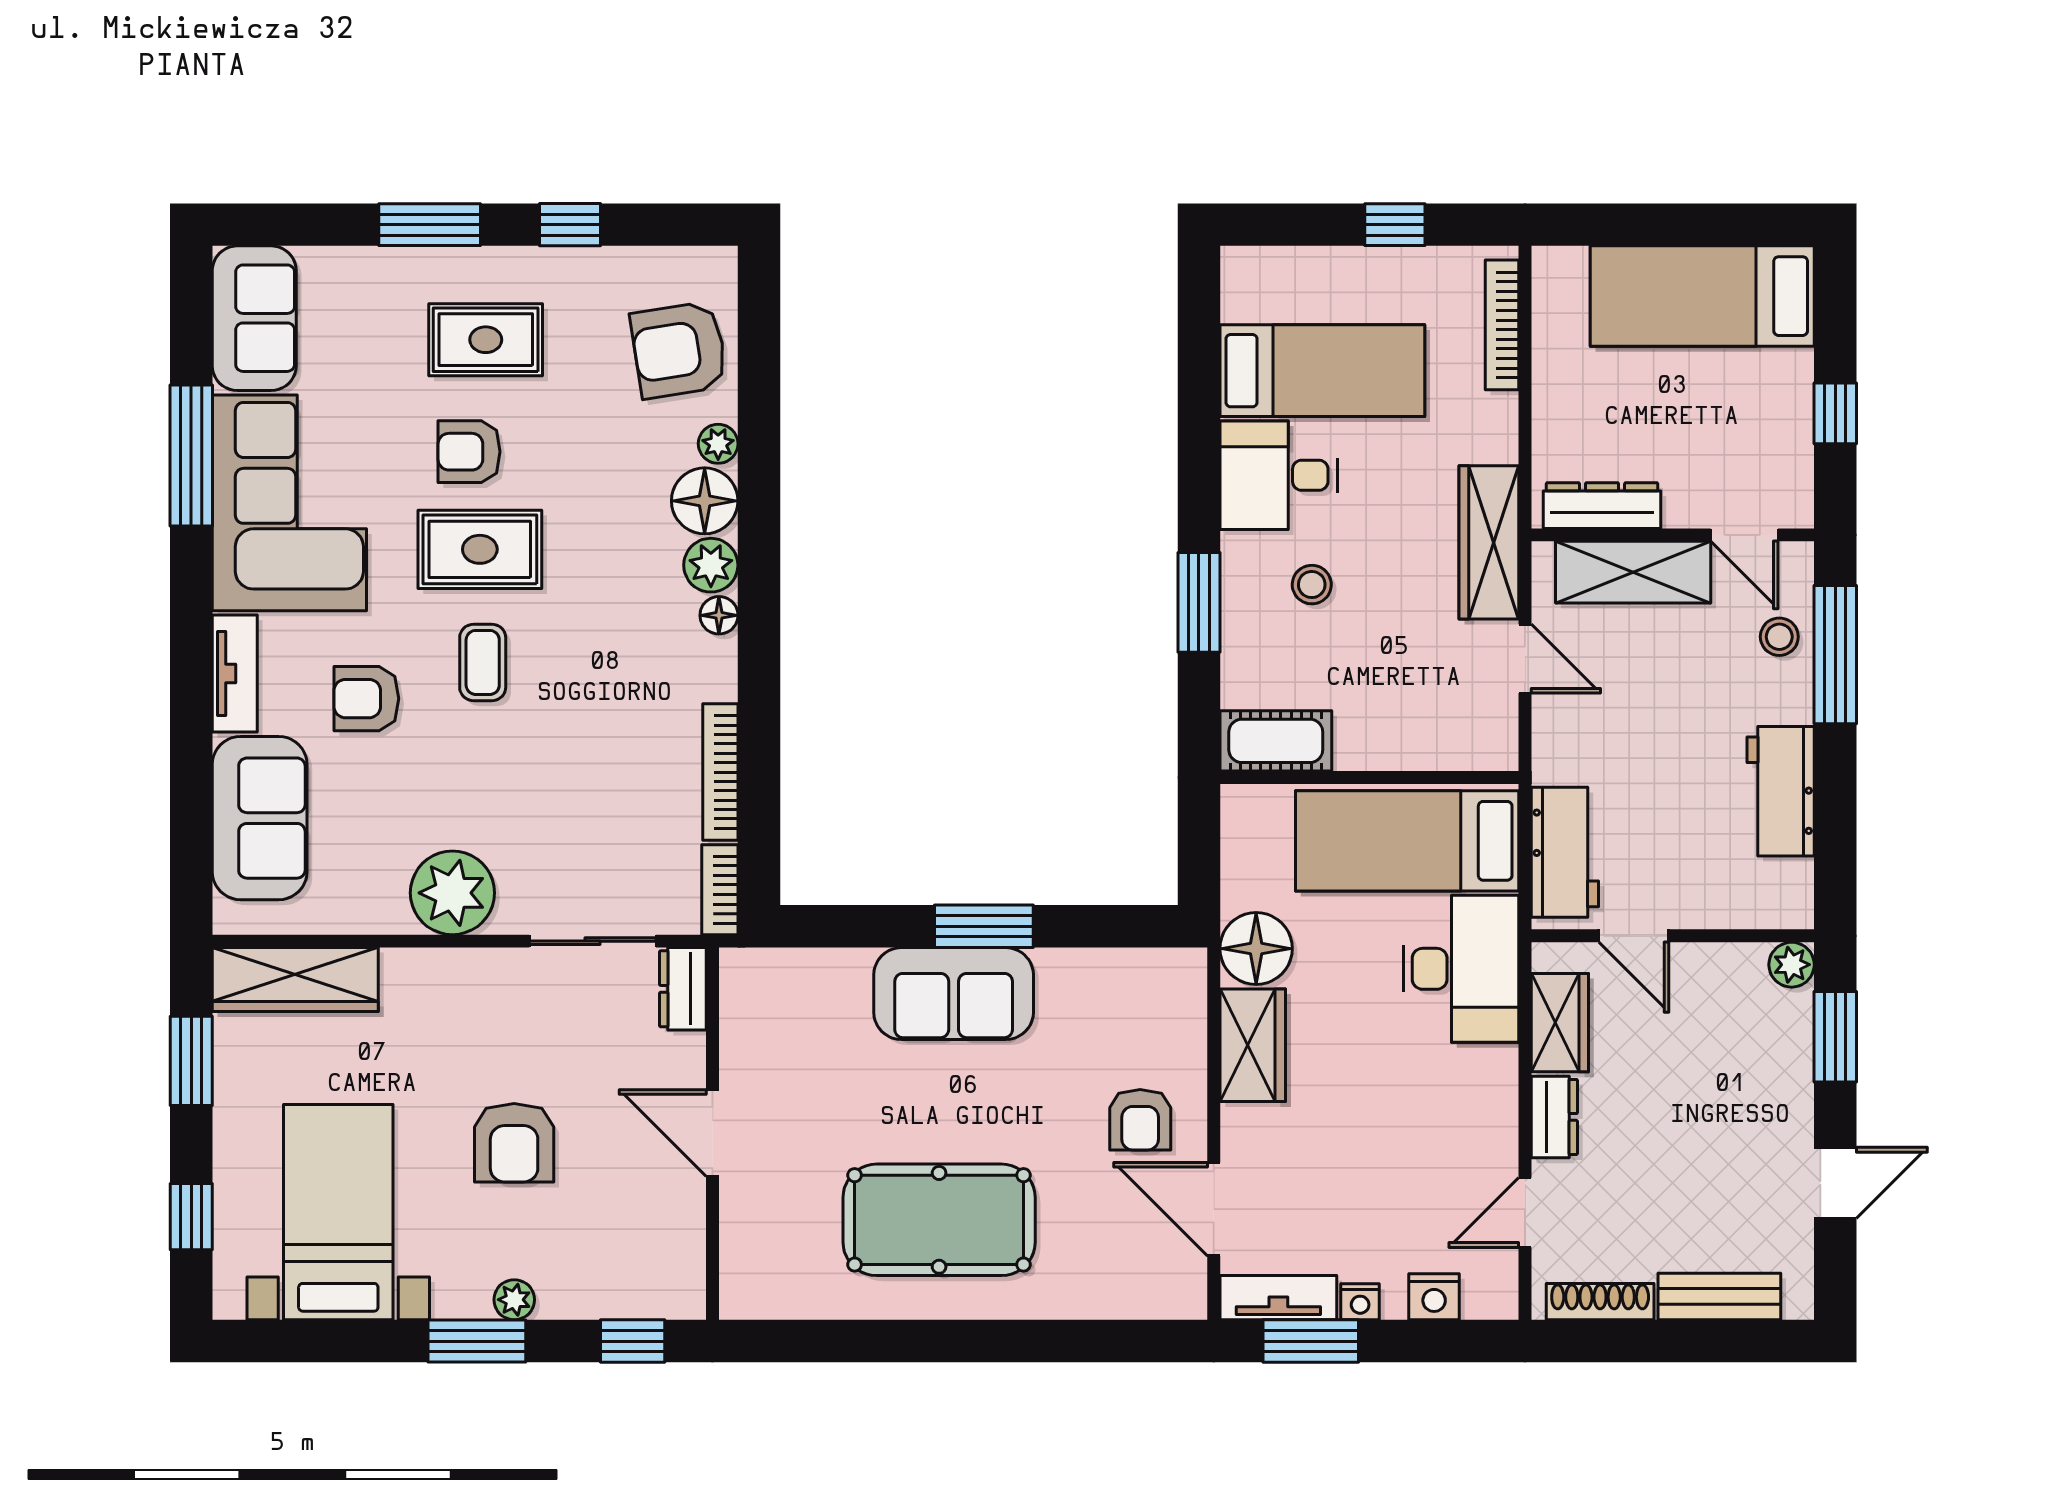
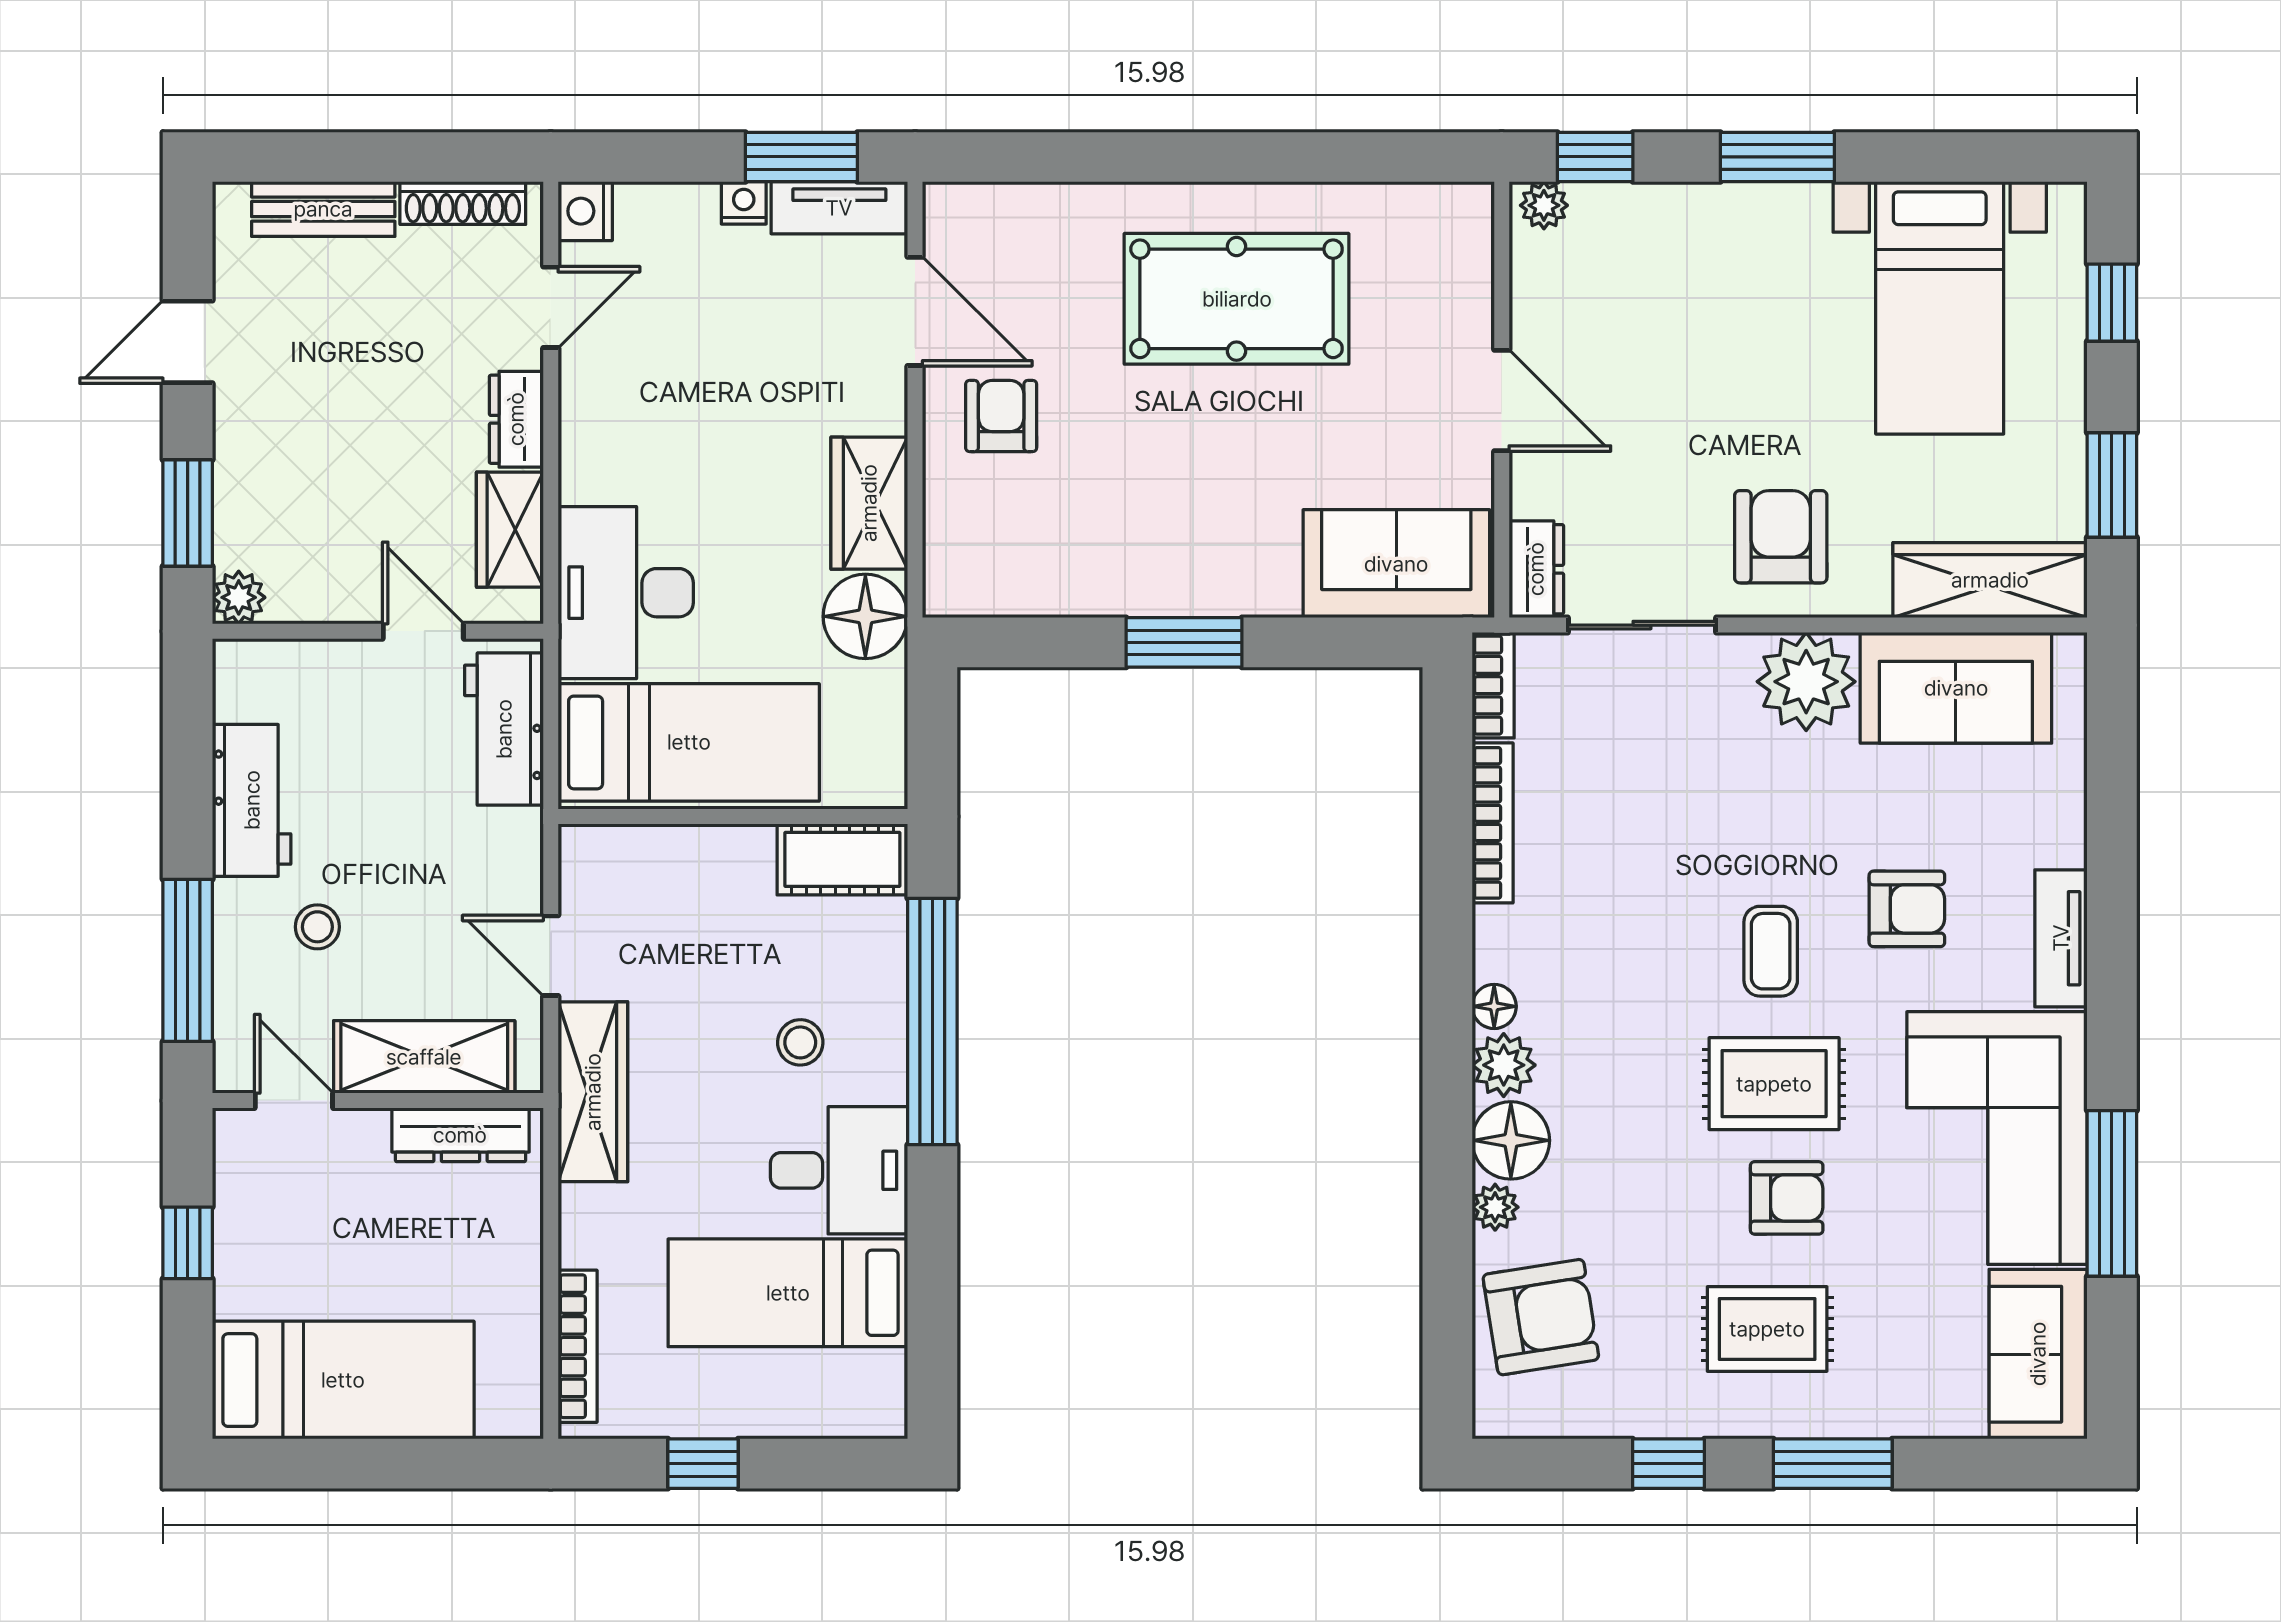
window: (1199, 602) -> (932, 1022), width x2.11
stool: (1779, 637) -> (317, 927), moved
sofa: (260, 818) -> (1956, 688), moved, turned -90
sofa: (954, 994) -> (1396, 564), moved
armchair: (514, 1143) -> (1781, 537), moved
nightstand: (1434, 1297) -> (585, 211), moved, turned -90
plant: (514, 1300) -> (1544, 205), moved

